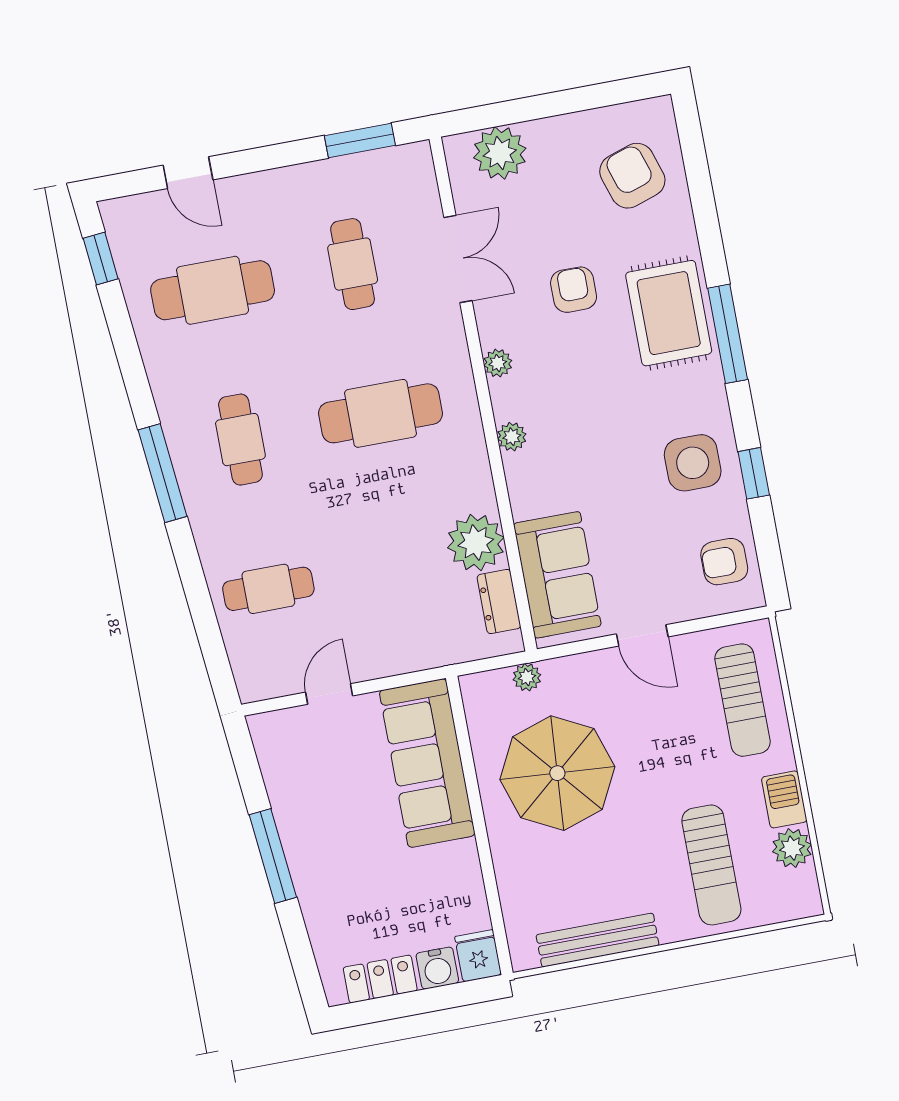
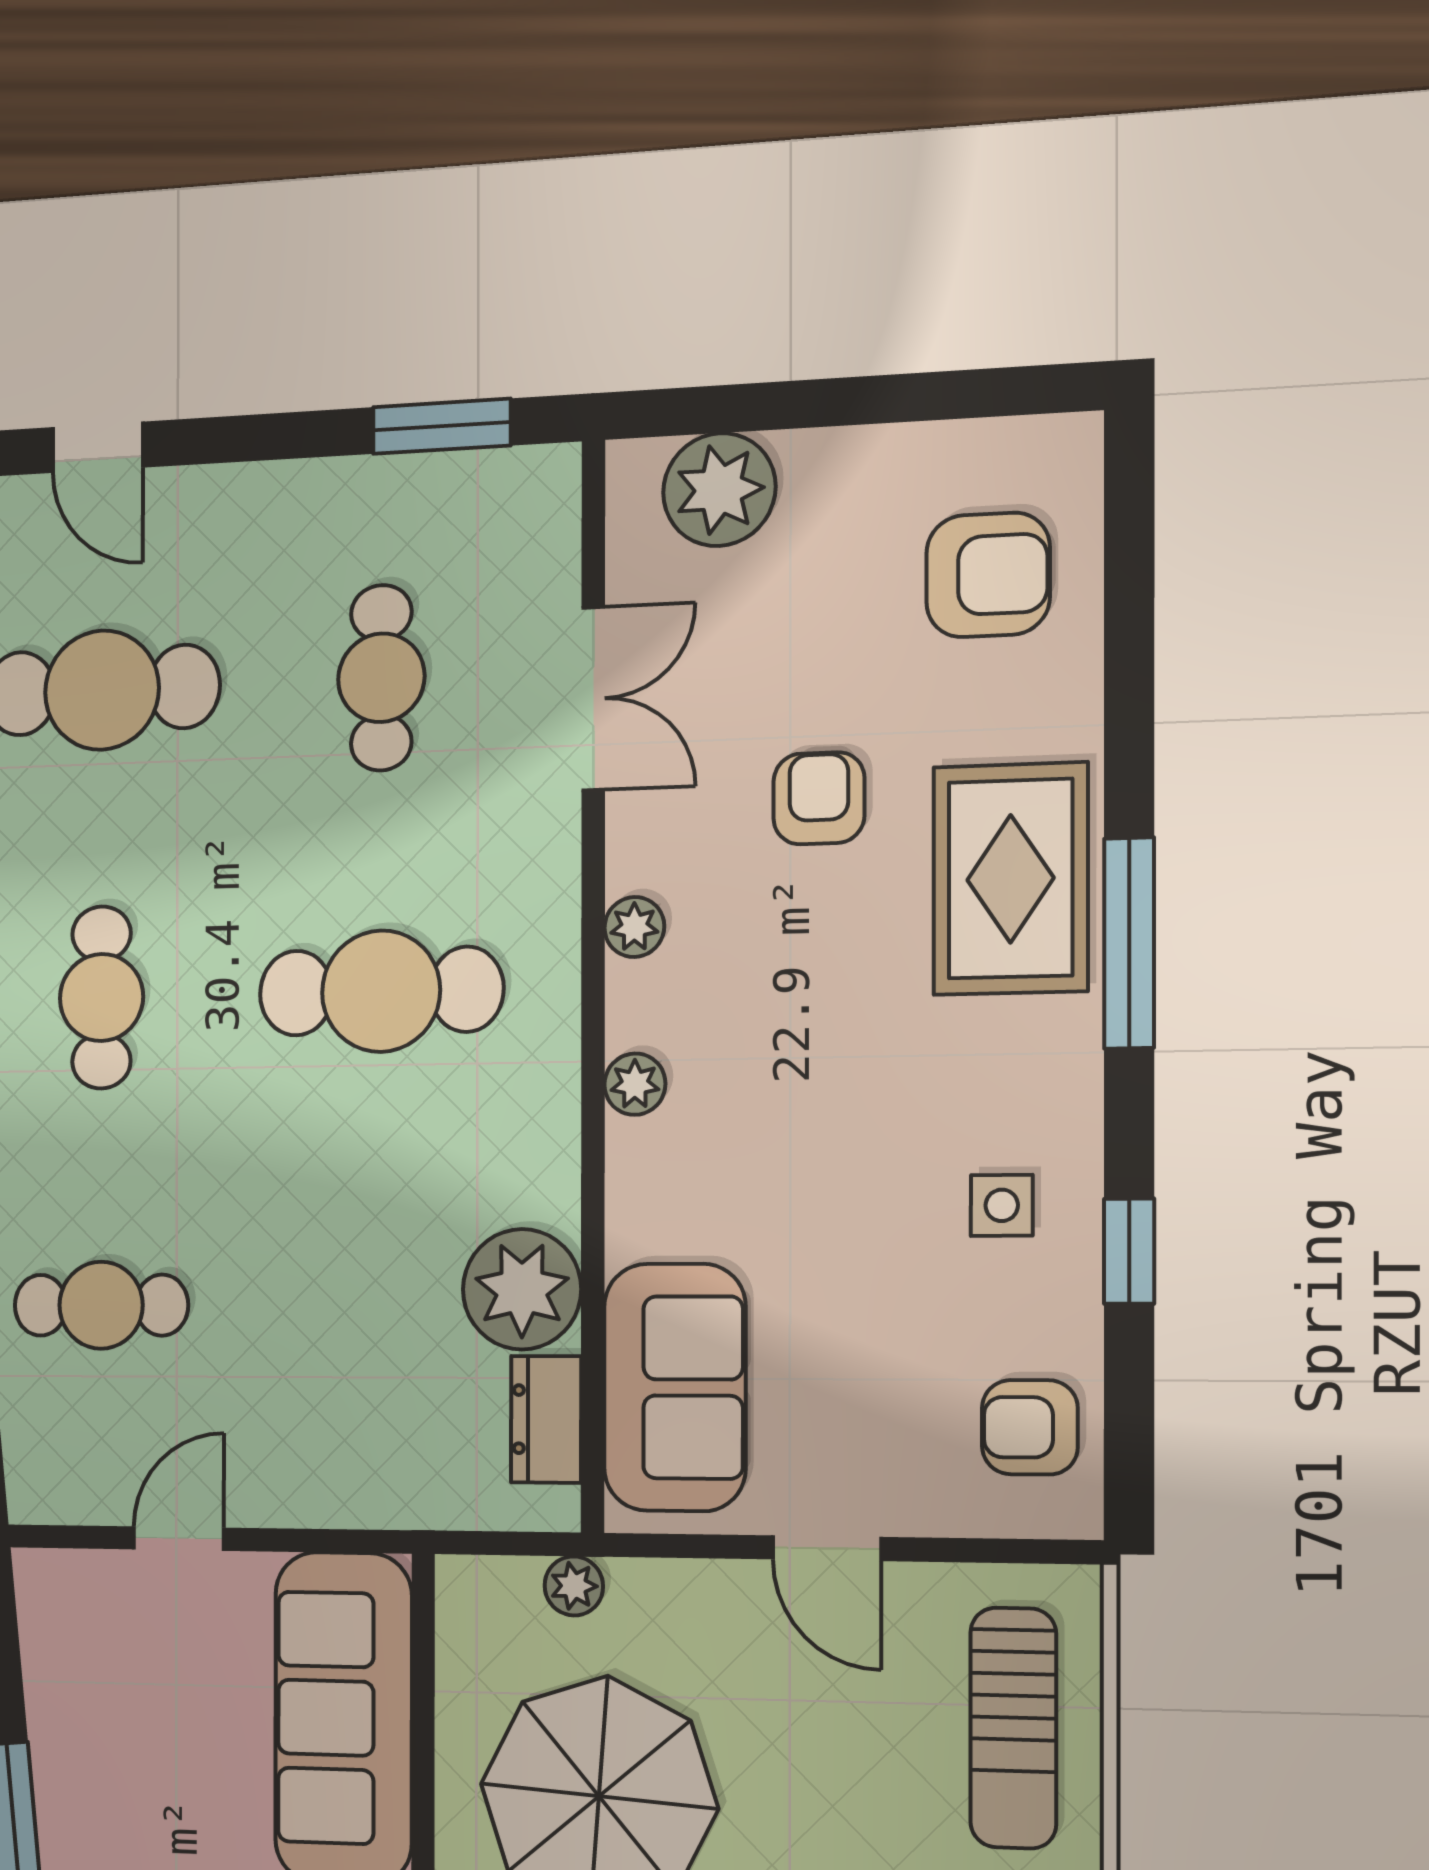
armchair: (632, 176) -> (988, 575), turned 108
side table: (693, 463) -> (1002, 1205), width x0.54, depth x0.54

